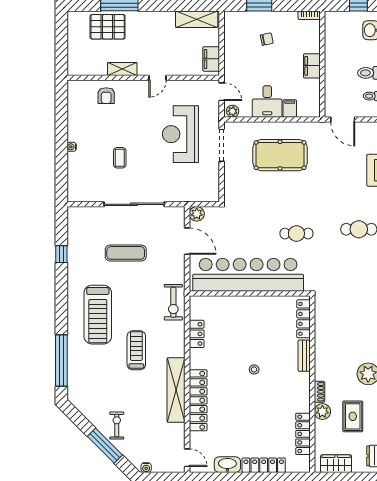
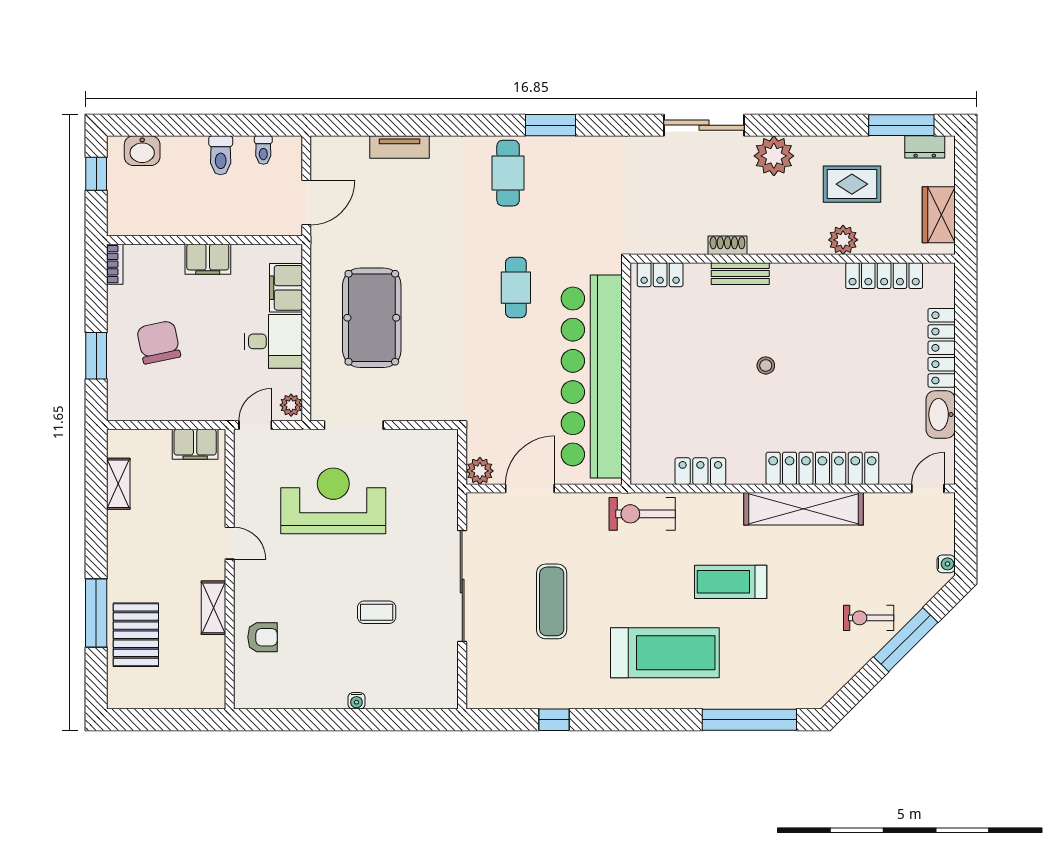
shelving: (197, 19) -> (118, 484), width x0.67, depth x0.75
chair: (267, 39) -> (159, 342), width x1.87, depth x1.87
filing cabinet: (290, 108) -> (286, 288), width x2.00
reception desk: (180, 134) -> (333, 501), turned 180
exercise bike: (173, 302) -> (642, 514), turned 180
locker: (303, 319) -> (660, 275), width x0.66
shoe rack: (320, 392) -> (727, 245), moved

